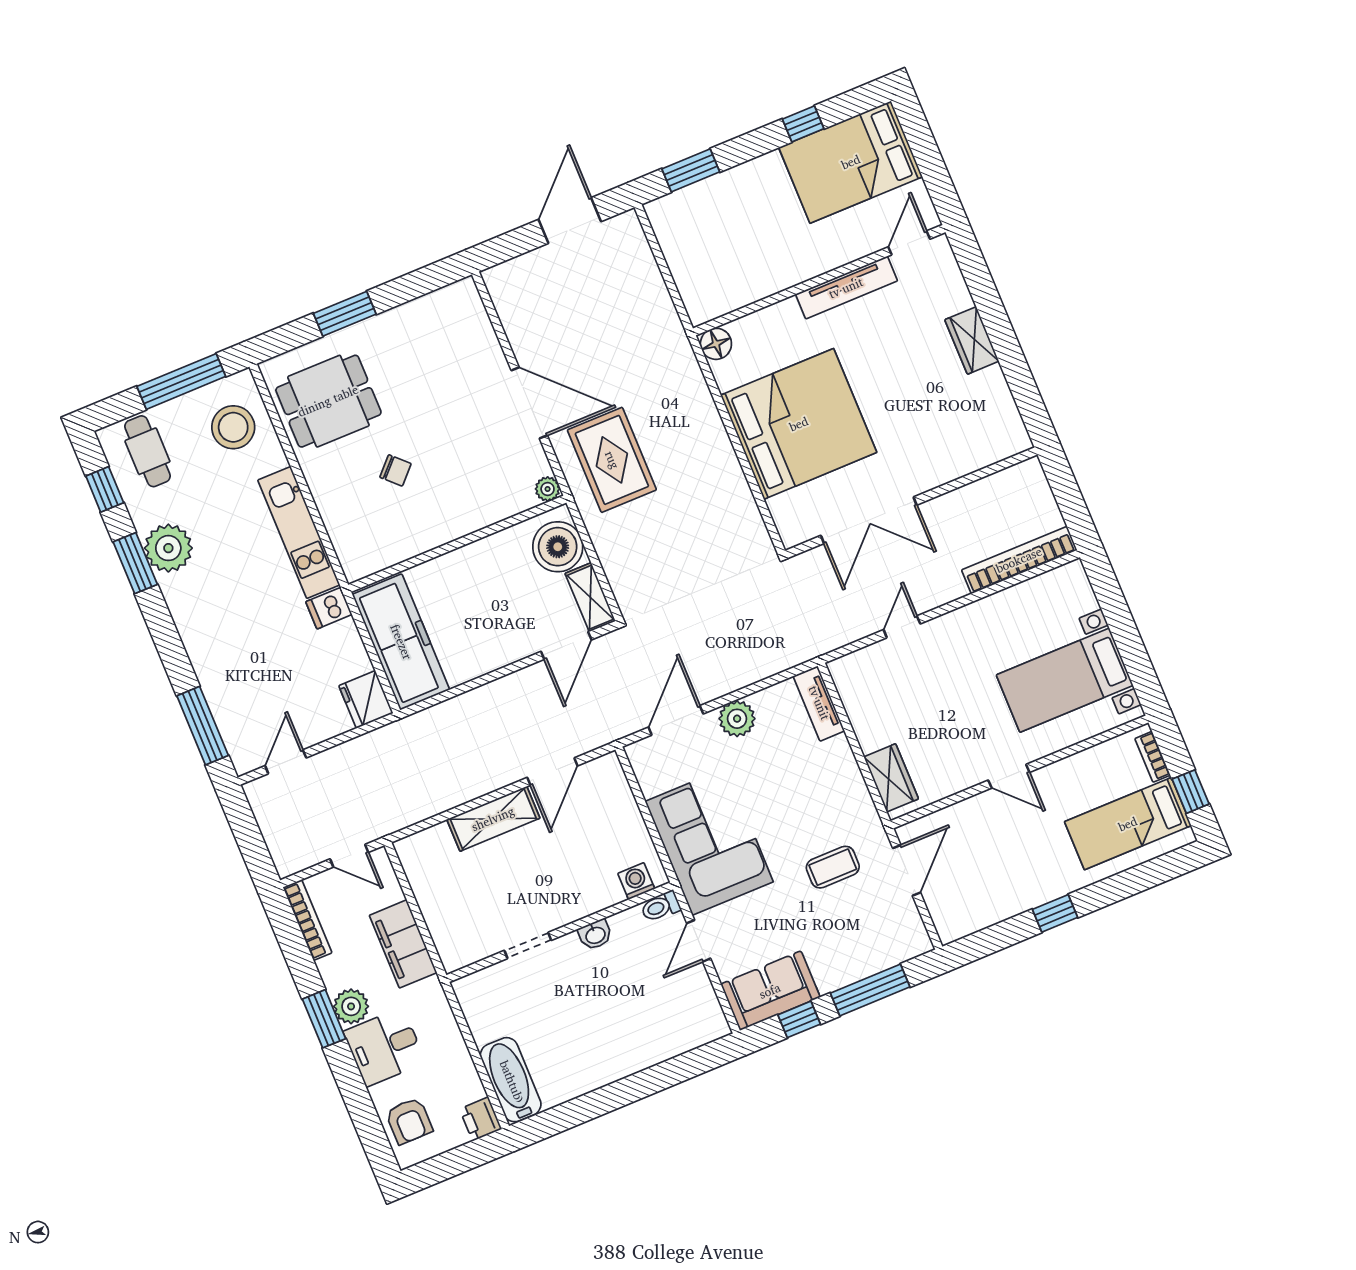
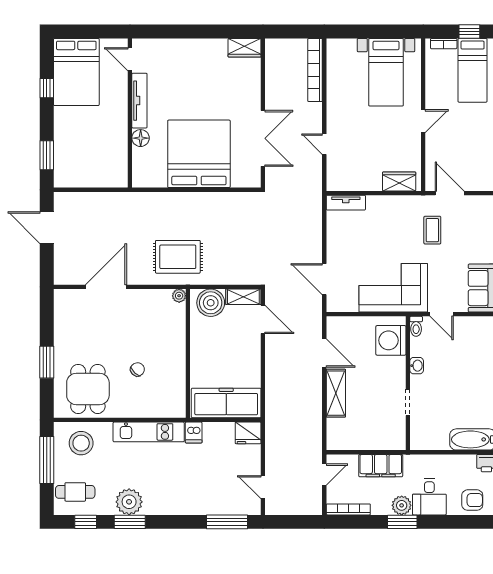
wardrobe: (972, 340) -> (245, 48), moved
floor lamp: (716, 344) -> (141, 138), moved
door: (529, 403) -> (106, 287), moved
plant: (737, 719) -> (336, 248), removed
washing machine: (636, 881) -> (391, 340), width x1.89, depth x1.89

